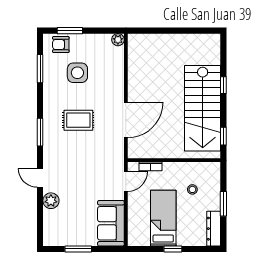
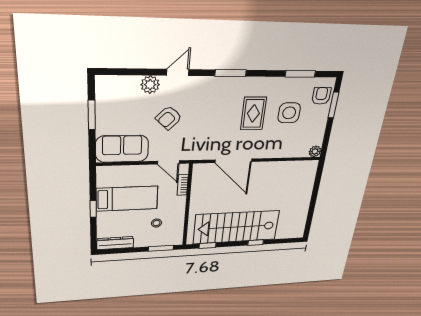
rug: (78, 120) -> (253, 113), moved
armchair: (81, 183) -> (169, 118), added
window: (223, 204) -> (161, 248), moved

